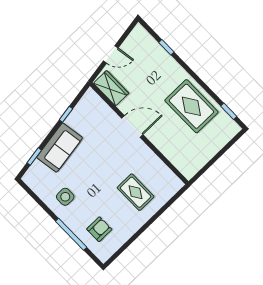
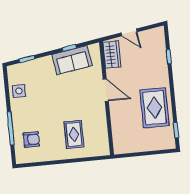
sofa: (60, 148) -> (72, 60), moved
side table: (65, 197) -> (19, 91), moved

